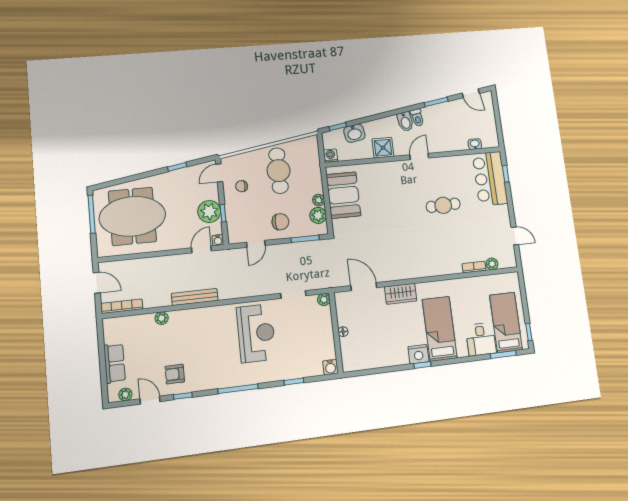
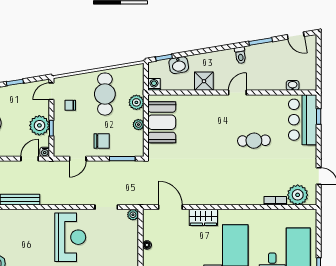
bidet: (405, 122) -> (228, 58), removed
plant: (318, 215) -> (136, 102), moved
plant: (492, 264) -> (298, 195), width x1.88, depth x1.88

